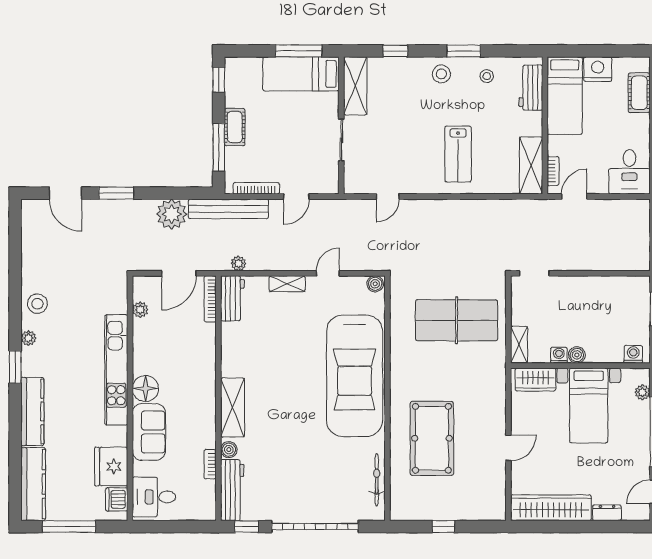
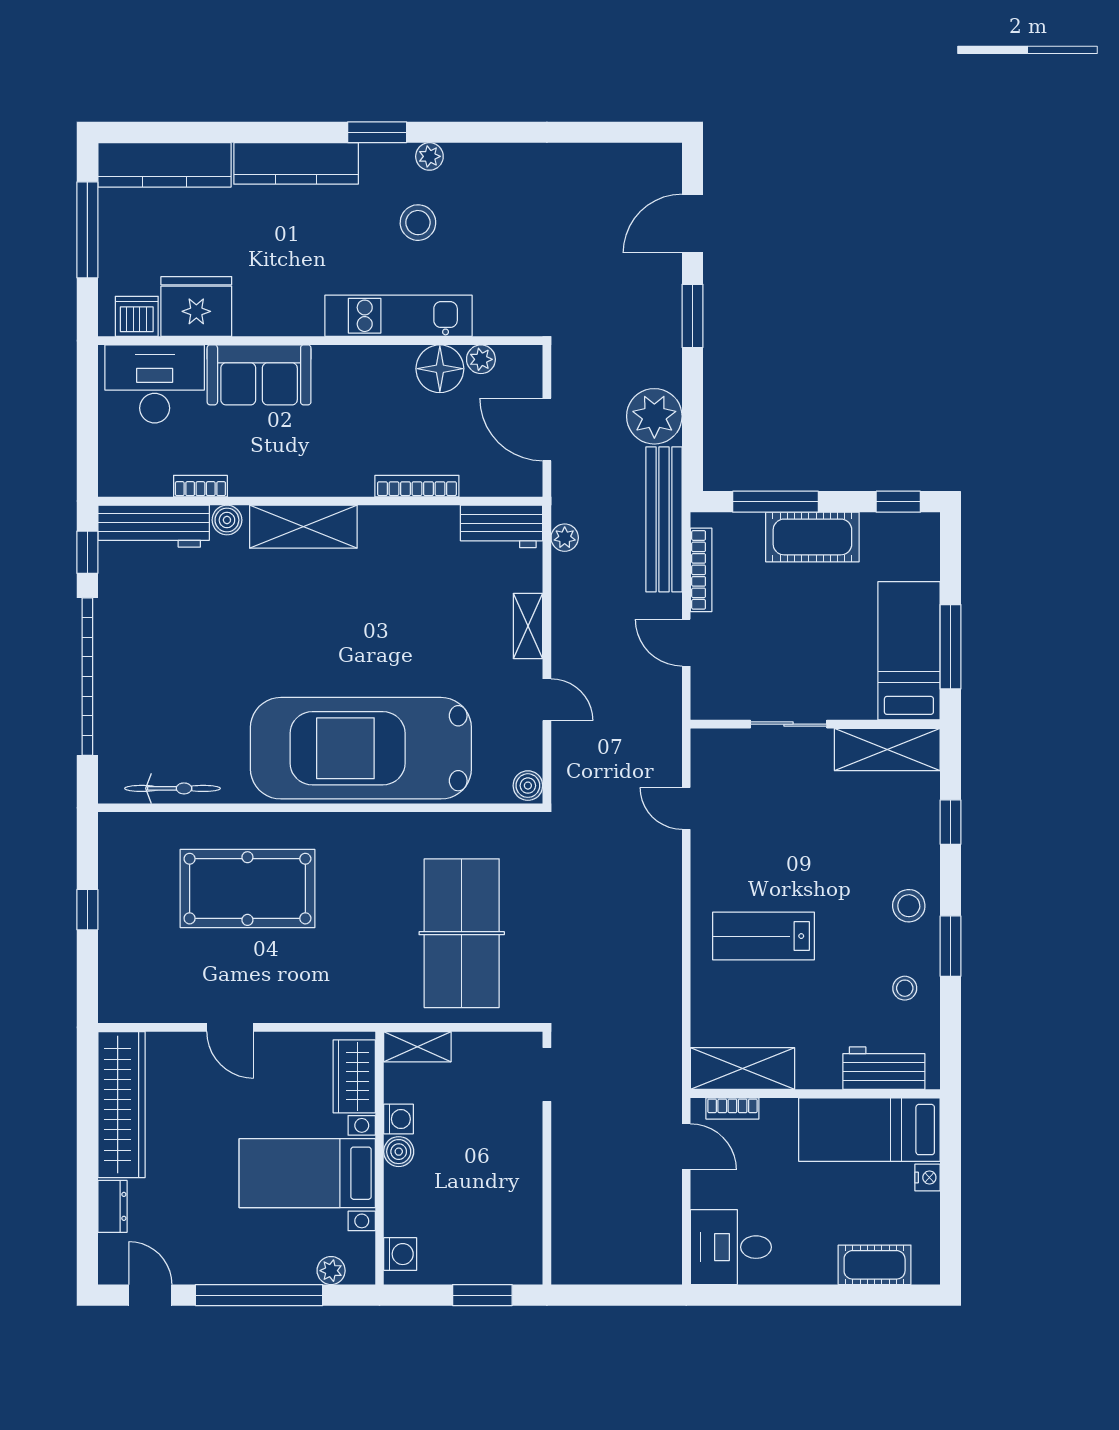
nightstand: (598, 69) -> (927, 1178), width x0.53, depth x0.56
cot: (235, 127) -> (812, 537), width x1.37, depth x1.34
bookcase: (210, 299) -> (417, 486), moved
stool: (37, 304) -> (418, 223), moved
kitchen unit: (116, 370) -> (398, 316), width x0.73
floor lamp: (145, 389) -> (440, 369), moved
desk: (154, 497) -> (155, 384), width x1.37

